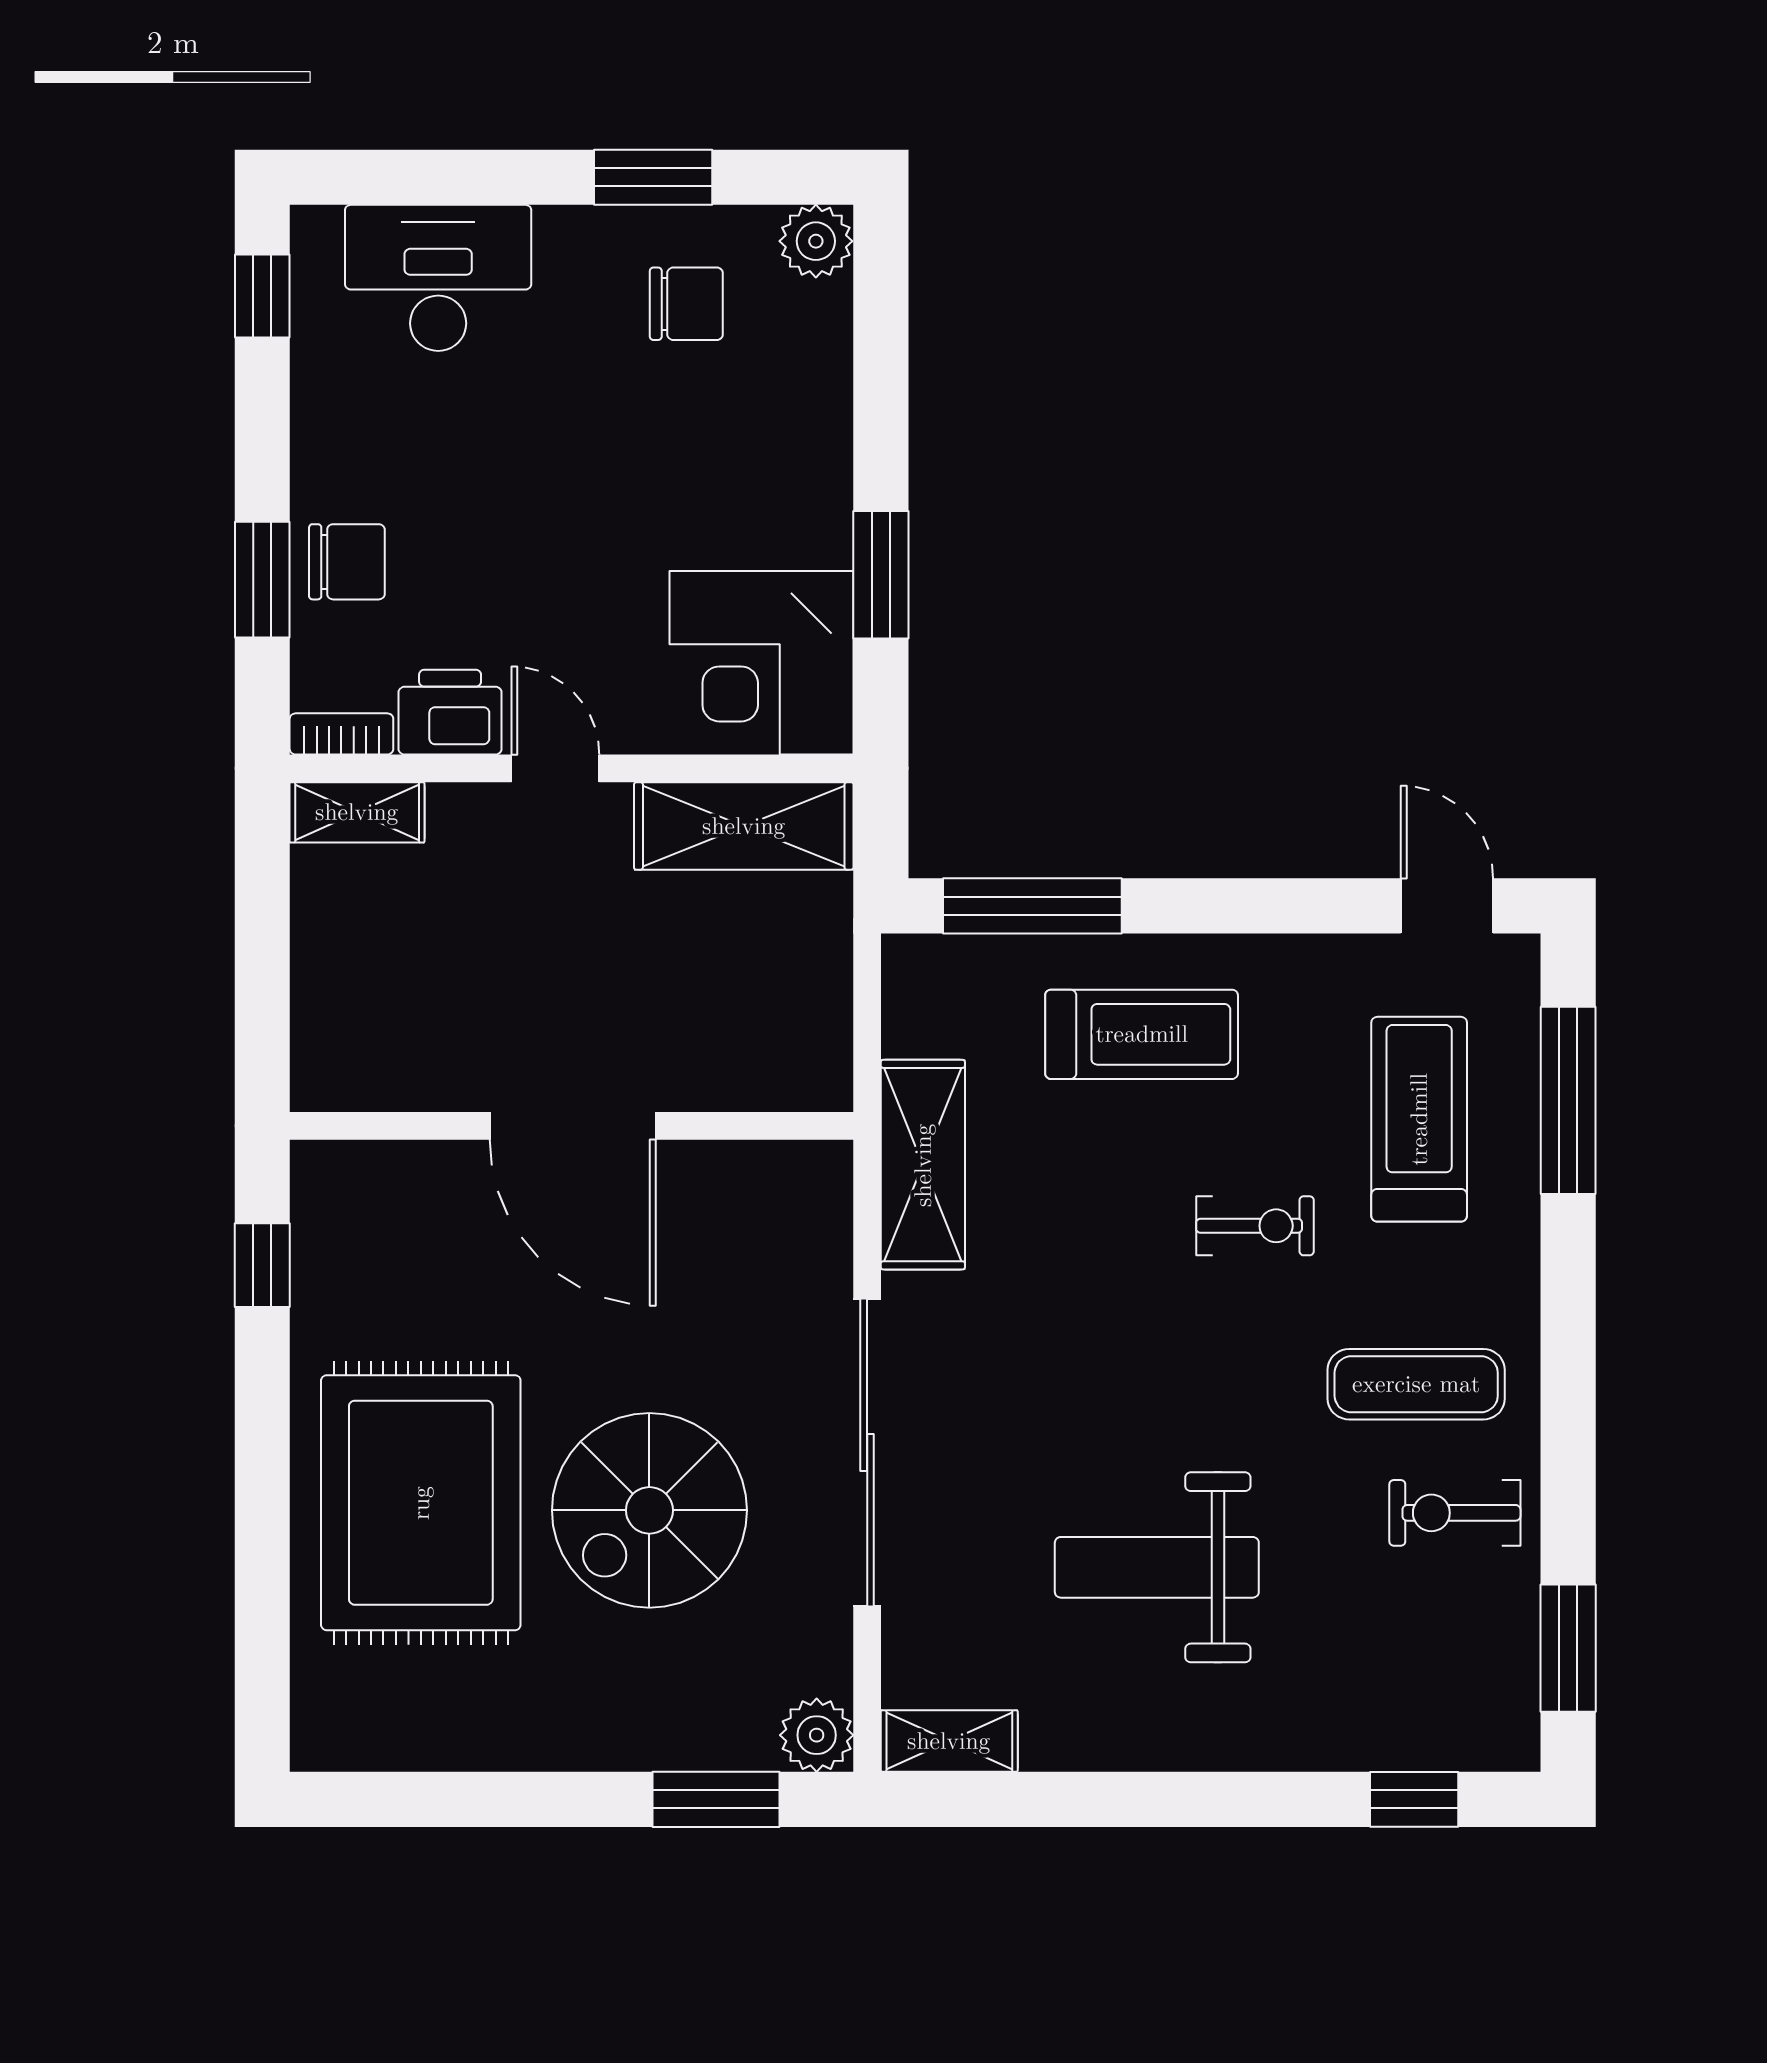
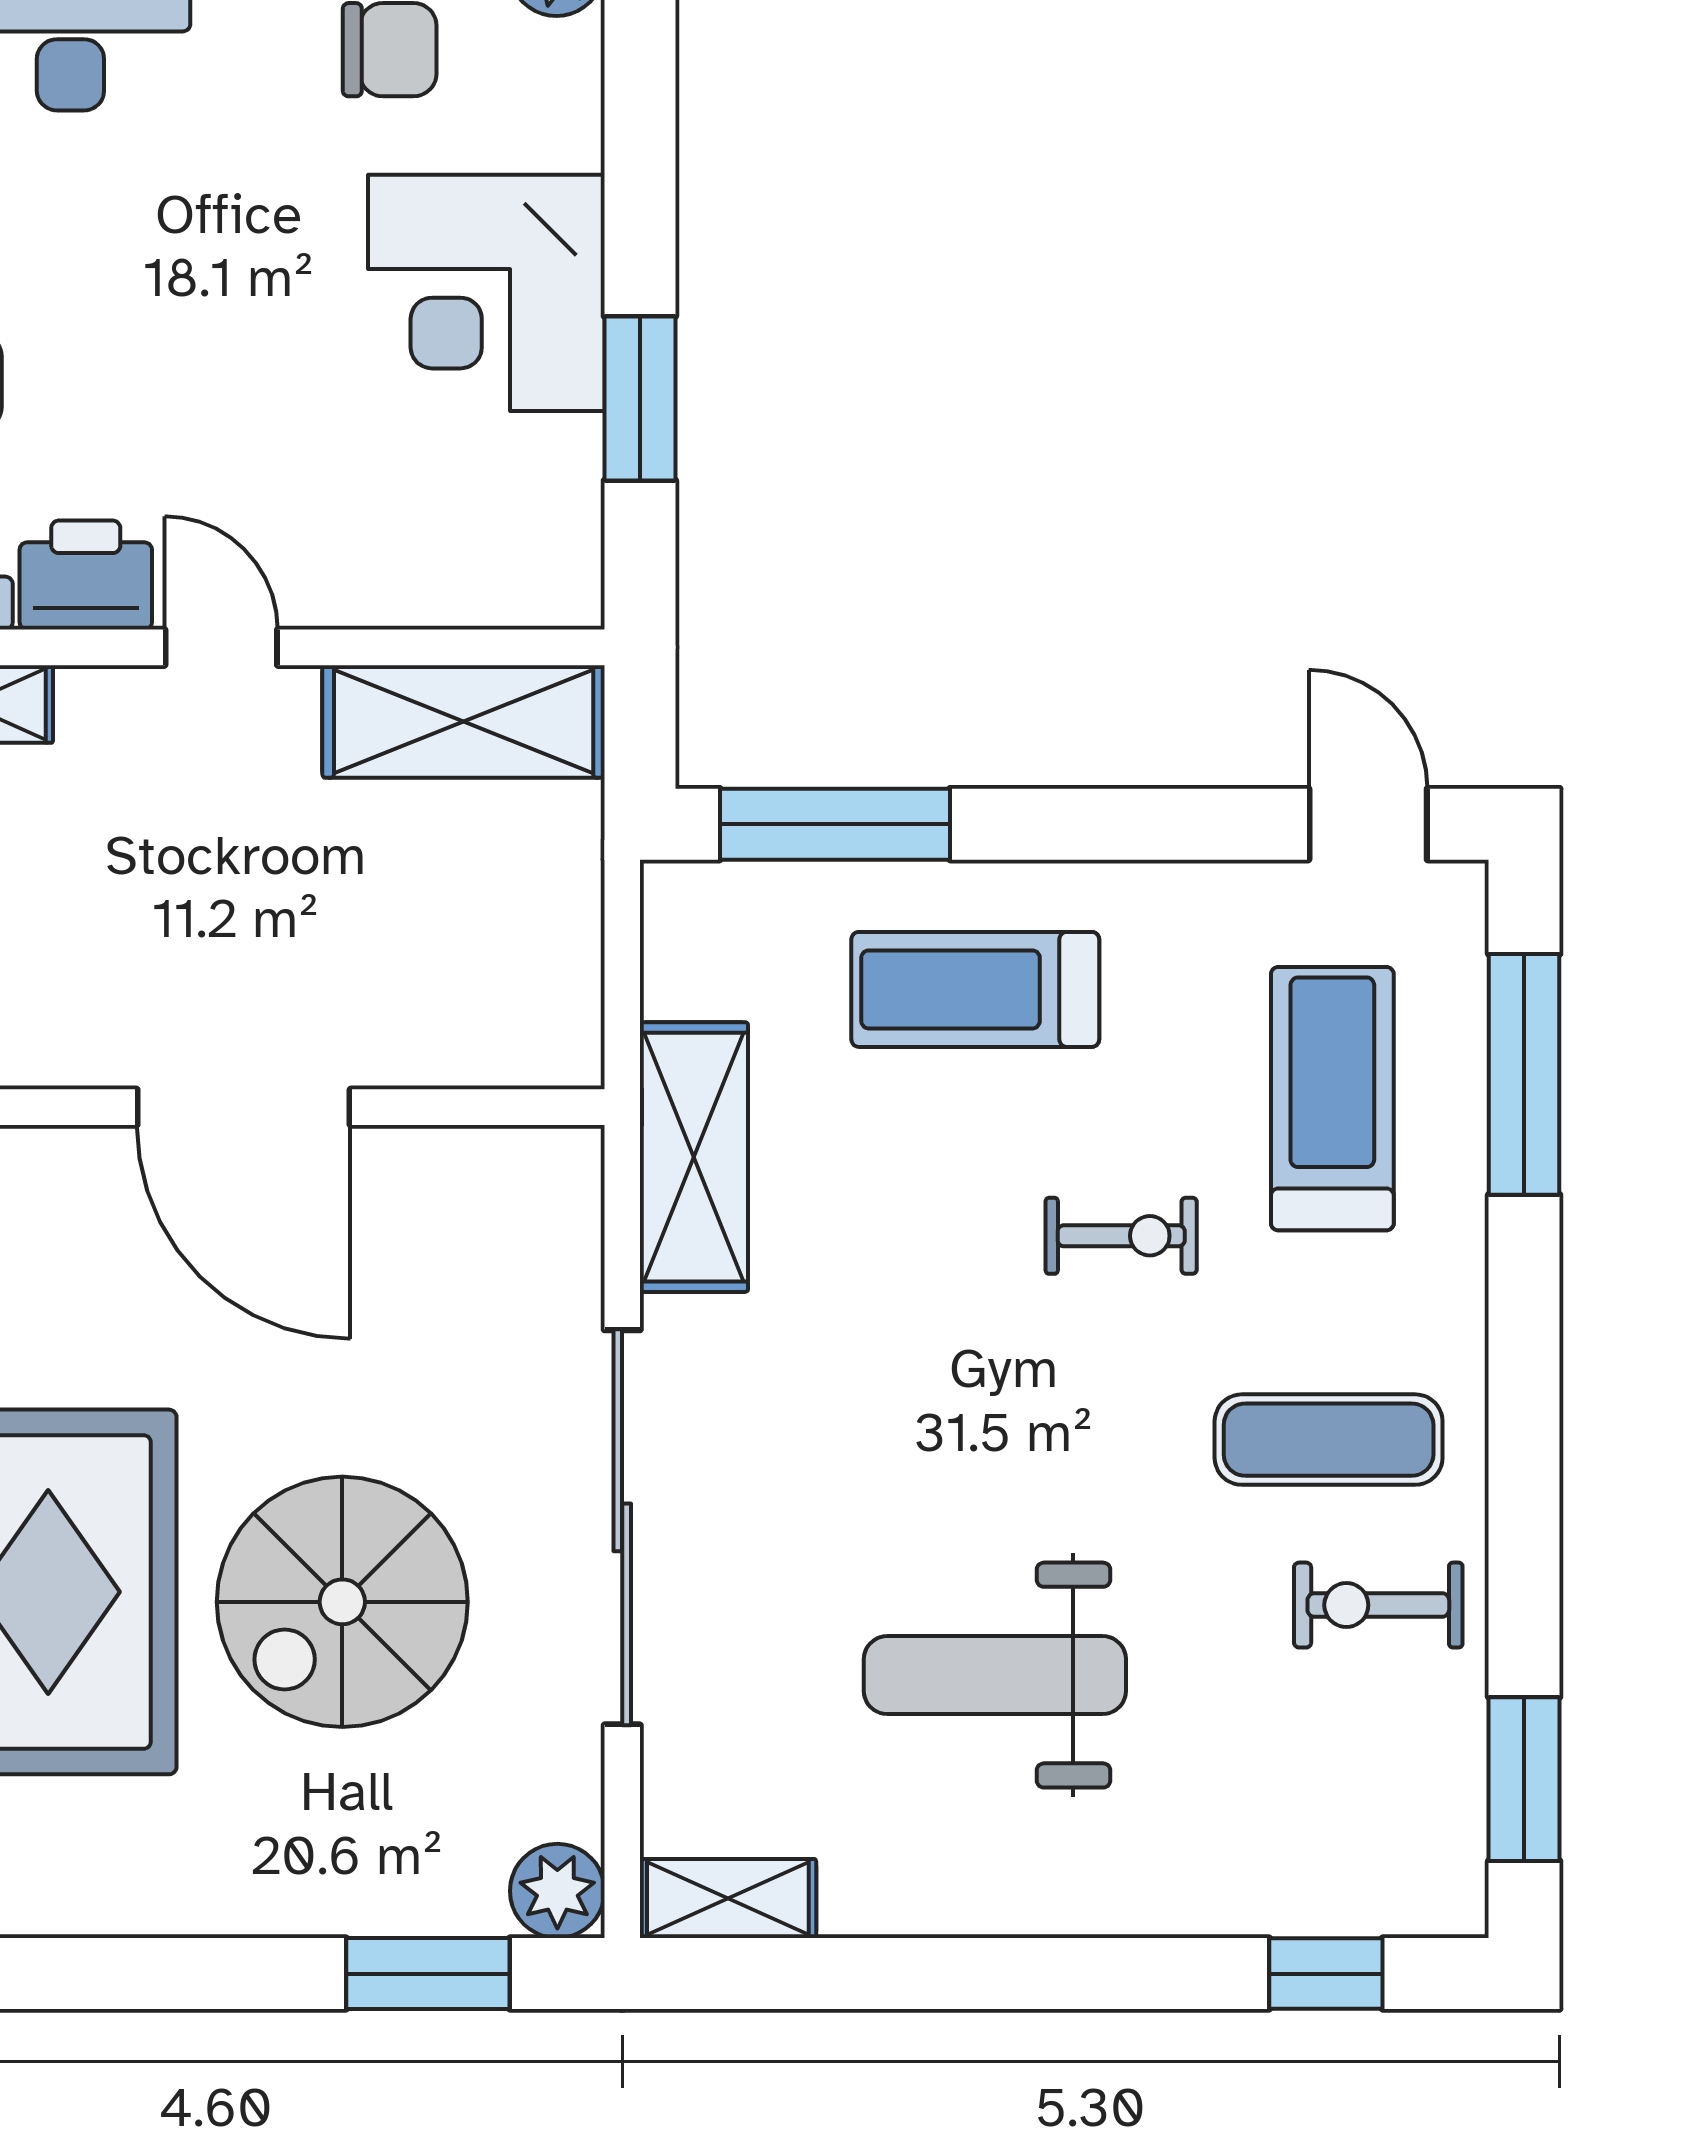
corner desk: (761, 663) -> (486, 293), moved
treadmill: (1142, 1034) -> (975, 989), turned 180

